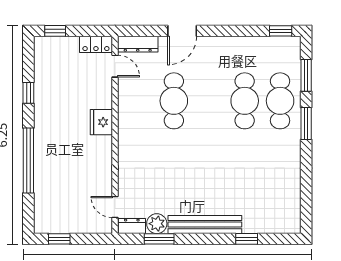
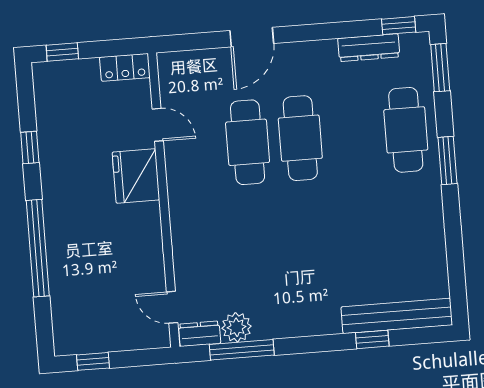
dresser: (138, 44) -> (369, 48), moved
door: (115, 66) -> (158, 125), moved
window: (306, 75) -> (440, 68), moved
cafe table: (245, 101) -> (300, 138), moved
fridge: (101, 122) -> (136, 176), width x1.36, depth x1.34
bench: (205, 225) -> (397, 316), moved
window: (159, 239) -> (242, 350), width x1.44

